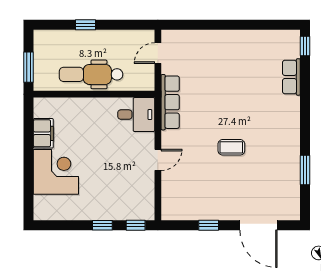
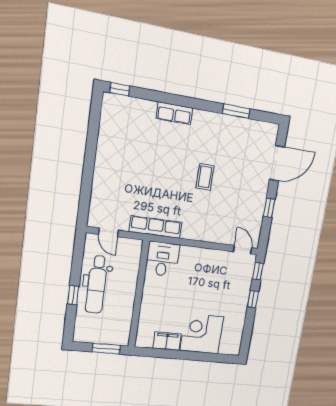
dental chair: (91, 74) -> (97, 285), moved
row of seats: (291, 77) -> (174, 113), moved
door: (158, 160) -> (243, 250), moved

